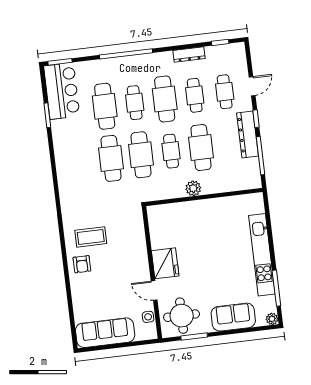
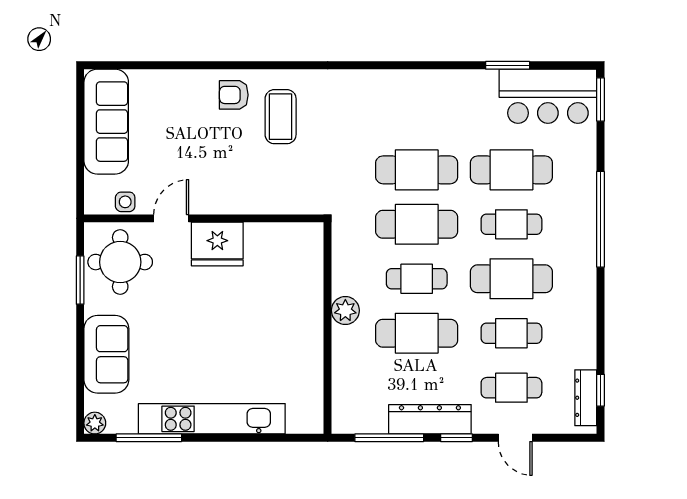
dresser: (189, 54) -> (586, 398), moved

